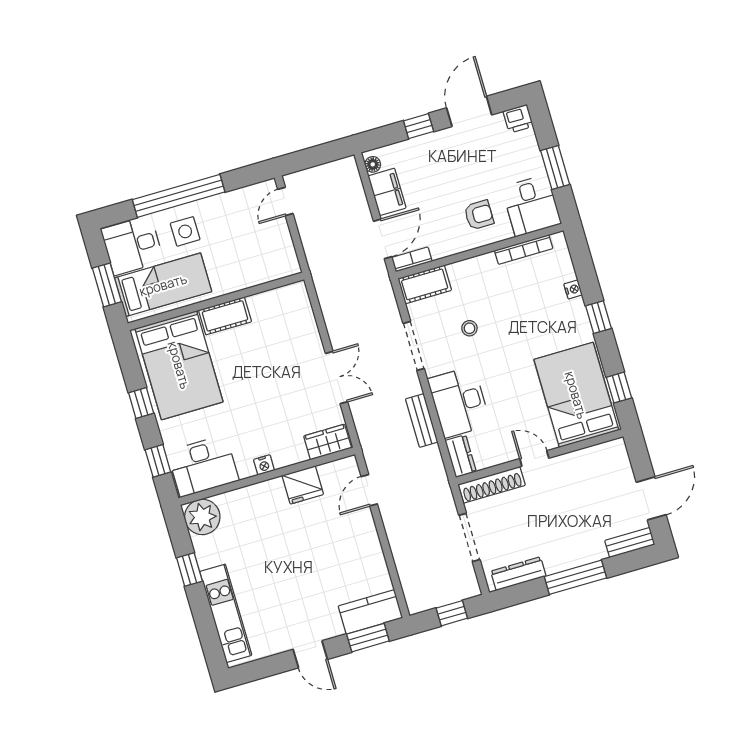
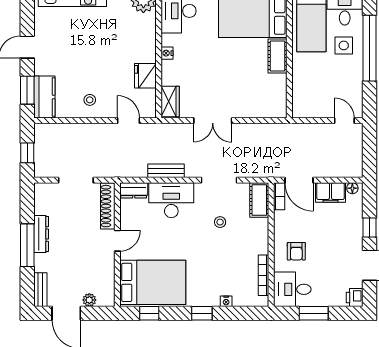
plant: (624, 473) -> (89, 300), added
stool: (357, 550) -> (90, 100), added
dresser: (518, 574) -> (41, 234), moved

